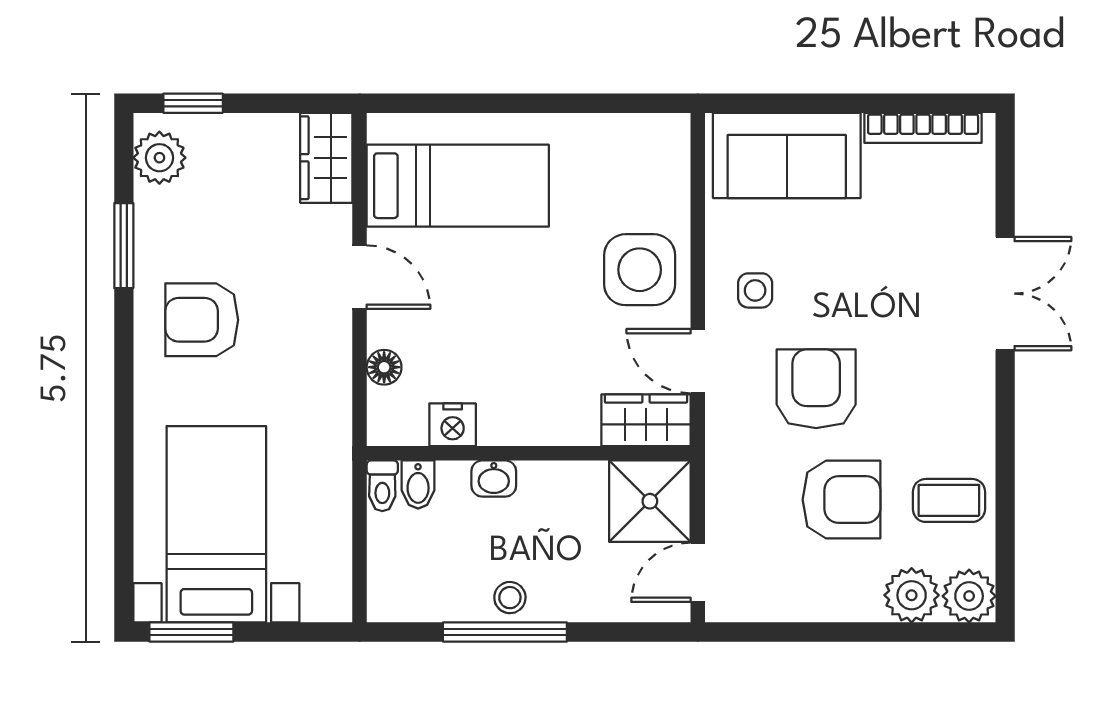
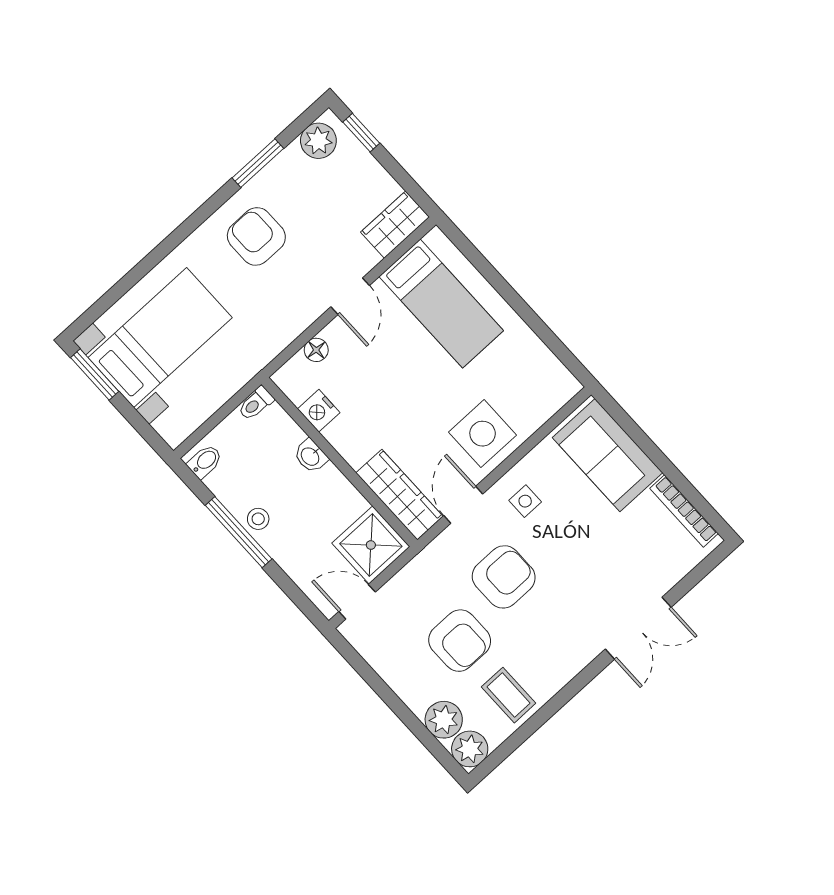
wardrobe: (646, 420) -> (399, 495), width x1.50
bidet: (418, 485) -> (205, 461), moved, turned 180

